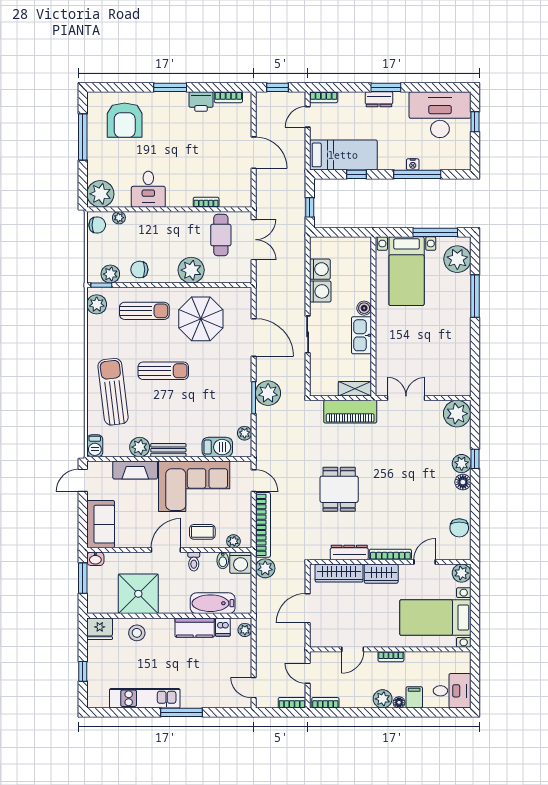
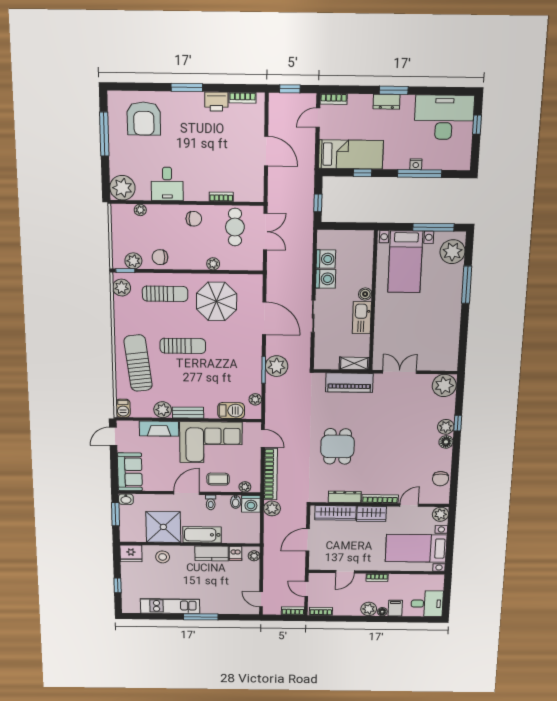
chair: (97, 225) -> (194, 219), moved
plant: (191, 270) -> (213, 264), width x0.53, depth x0.53
bathtub: (213, 603) -> (202, 535), moved

